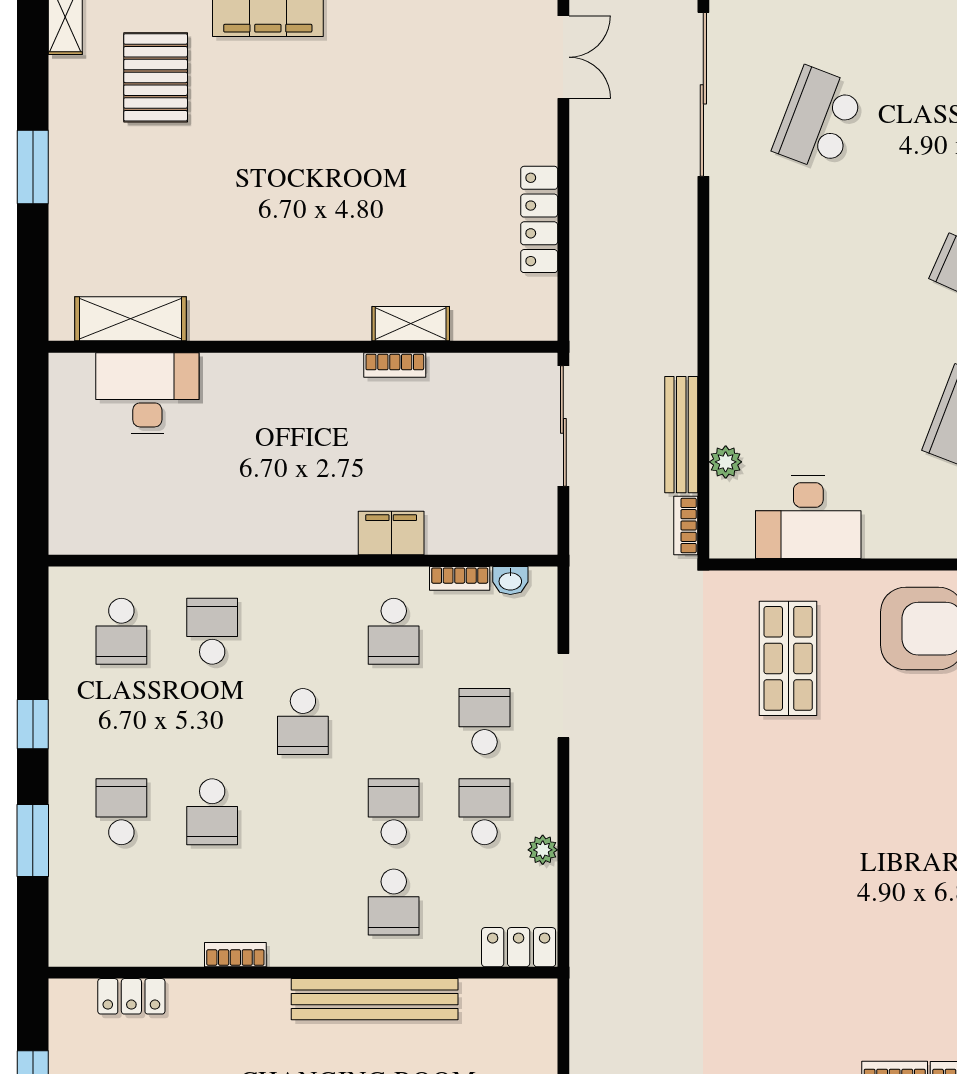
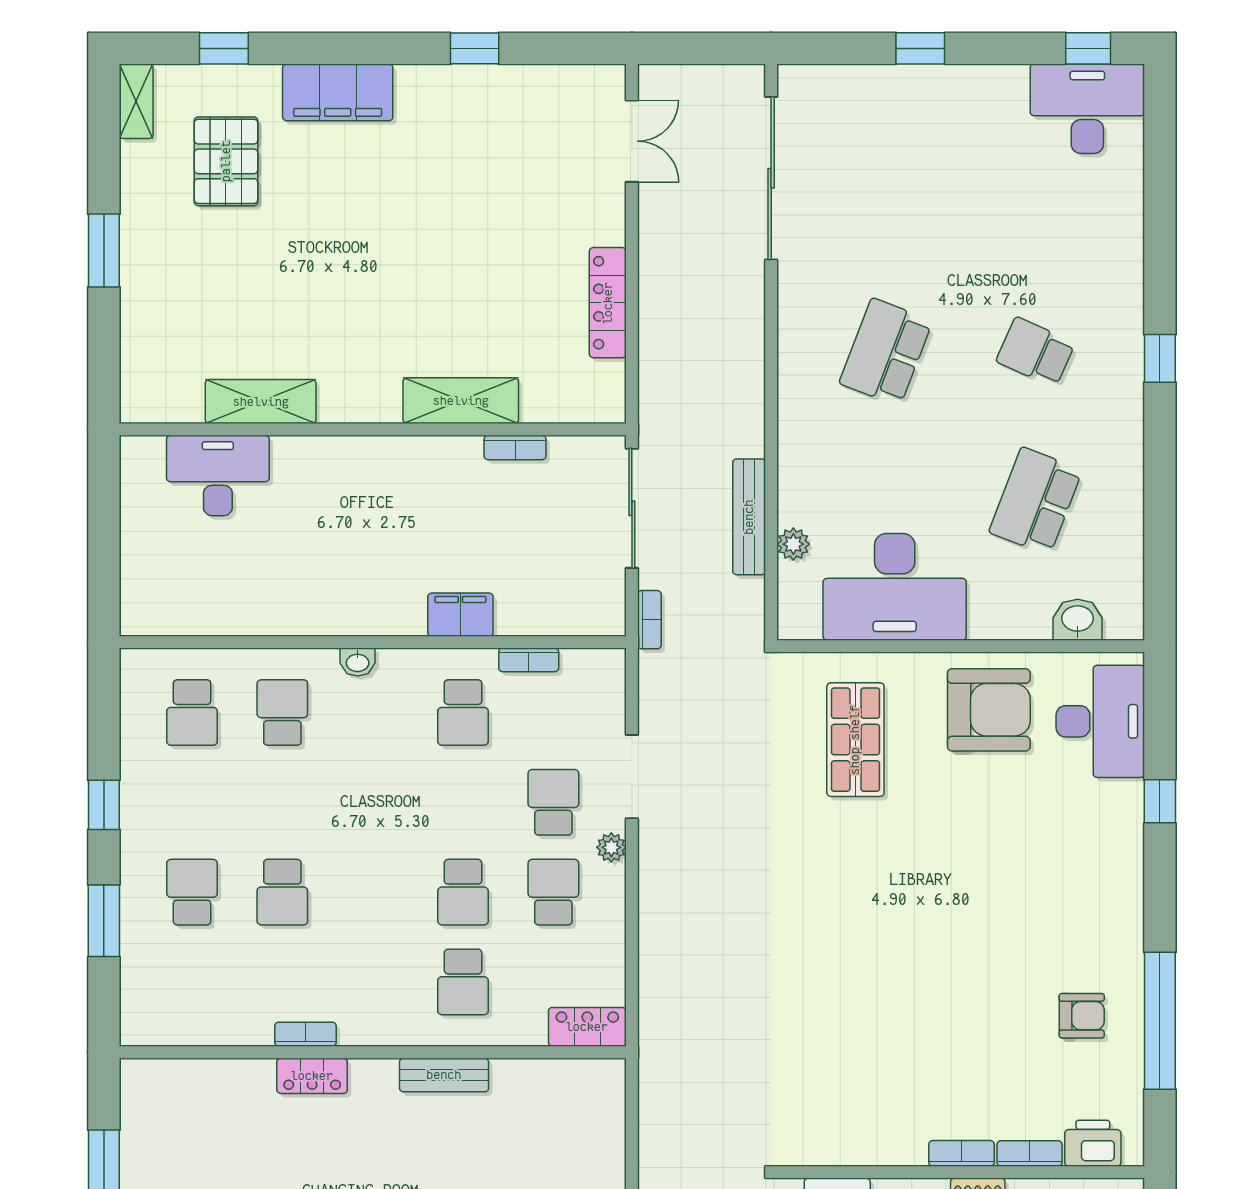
school desk: (819, 119) -> (886, 352), moved
shelving: (131, 319) -> (261, 402), moved
shelving: (411, 324) -> (461, 401), width x1.50, depth x1.33
bookcase: (395, 365) -> (515, 448), moved
desk: (808, 517) -> (895, 587), width x1.36, depth x1.30
bookcase: (686, 526) -> (649, 620), moved, turned 180
washbasin: (510, 581) -> (358, 662), moved
school desk: (303, 722) -> (373, 802), removed
school desk: (394, 812) -> (463, 892), turned 180
plant: (543, 850) -> (611, 847), moved
locker: (131, 996) -> (312, 1076), moved
bench: (375, 999) -> (444, 1075), width x0.54, depth x0.82

